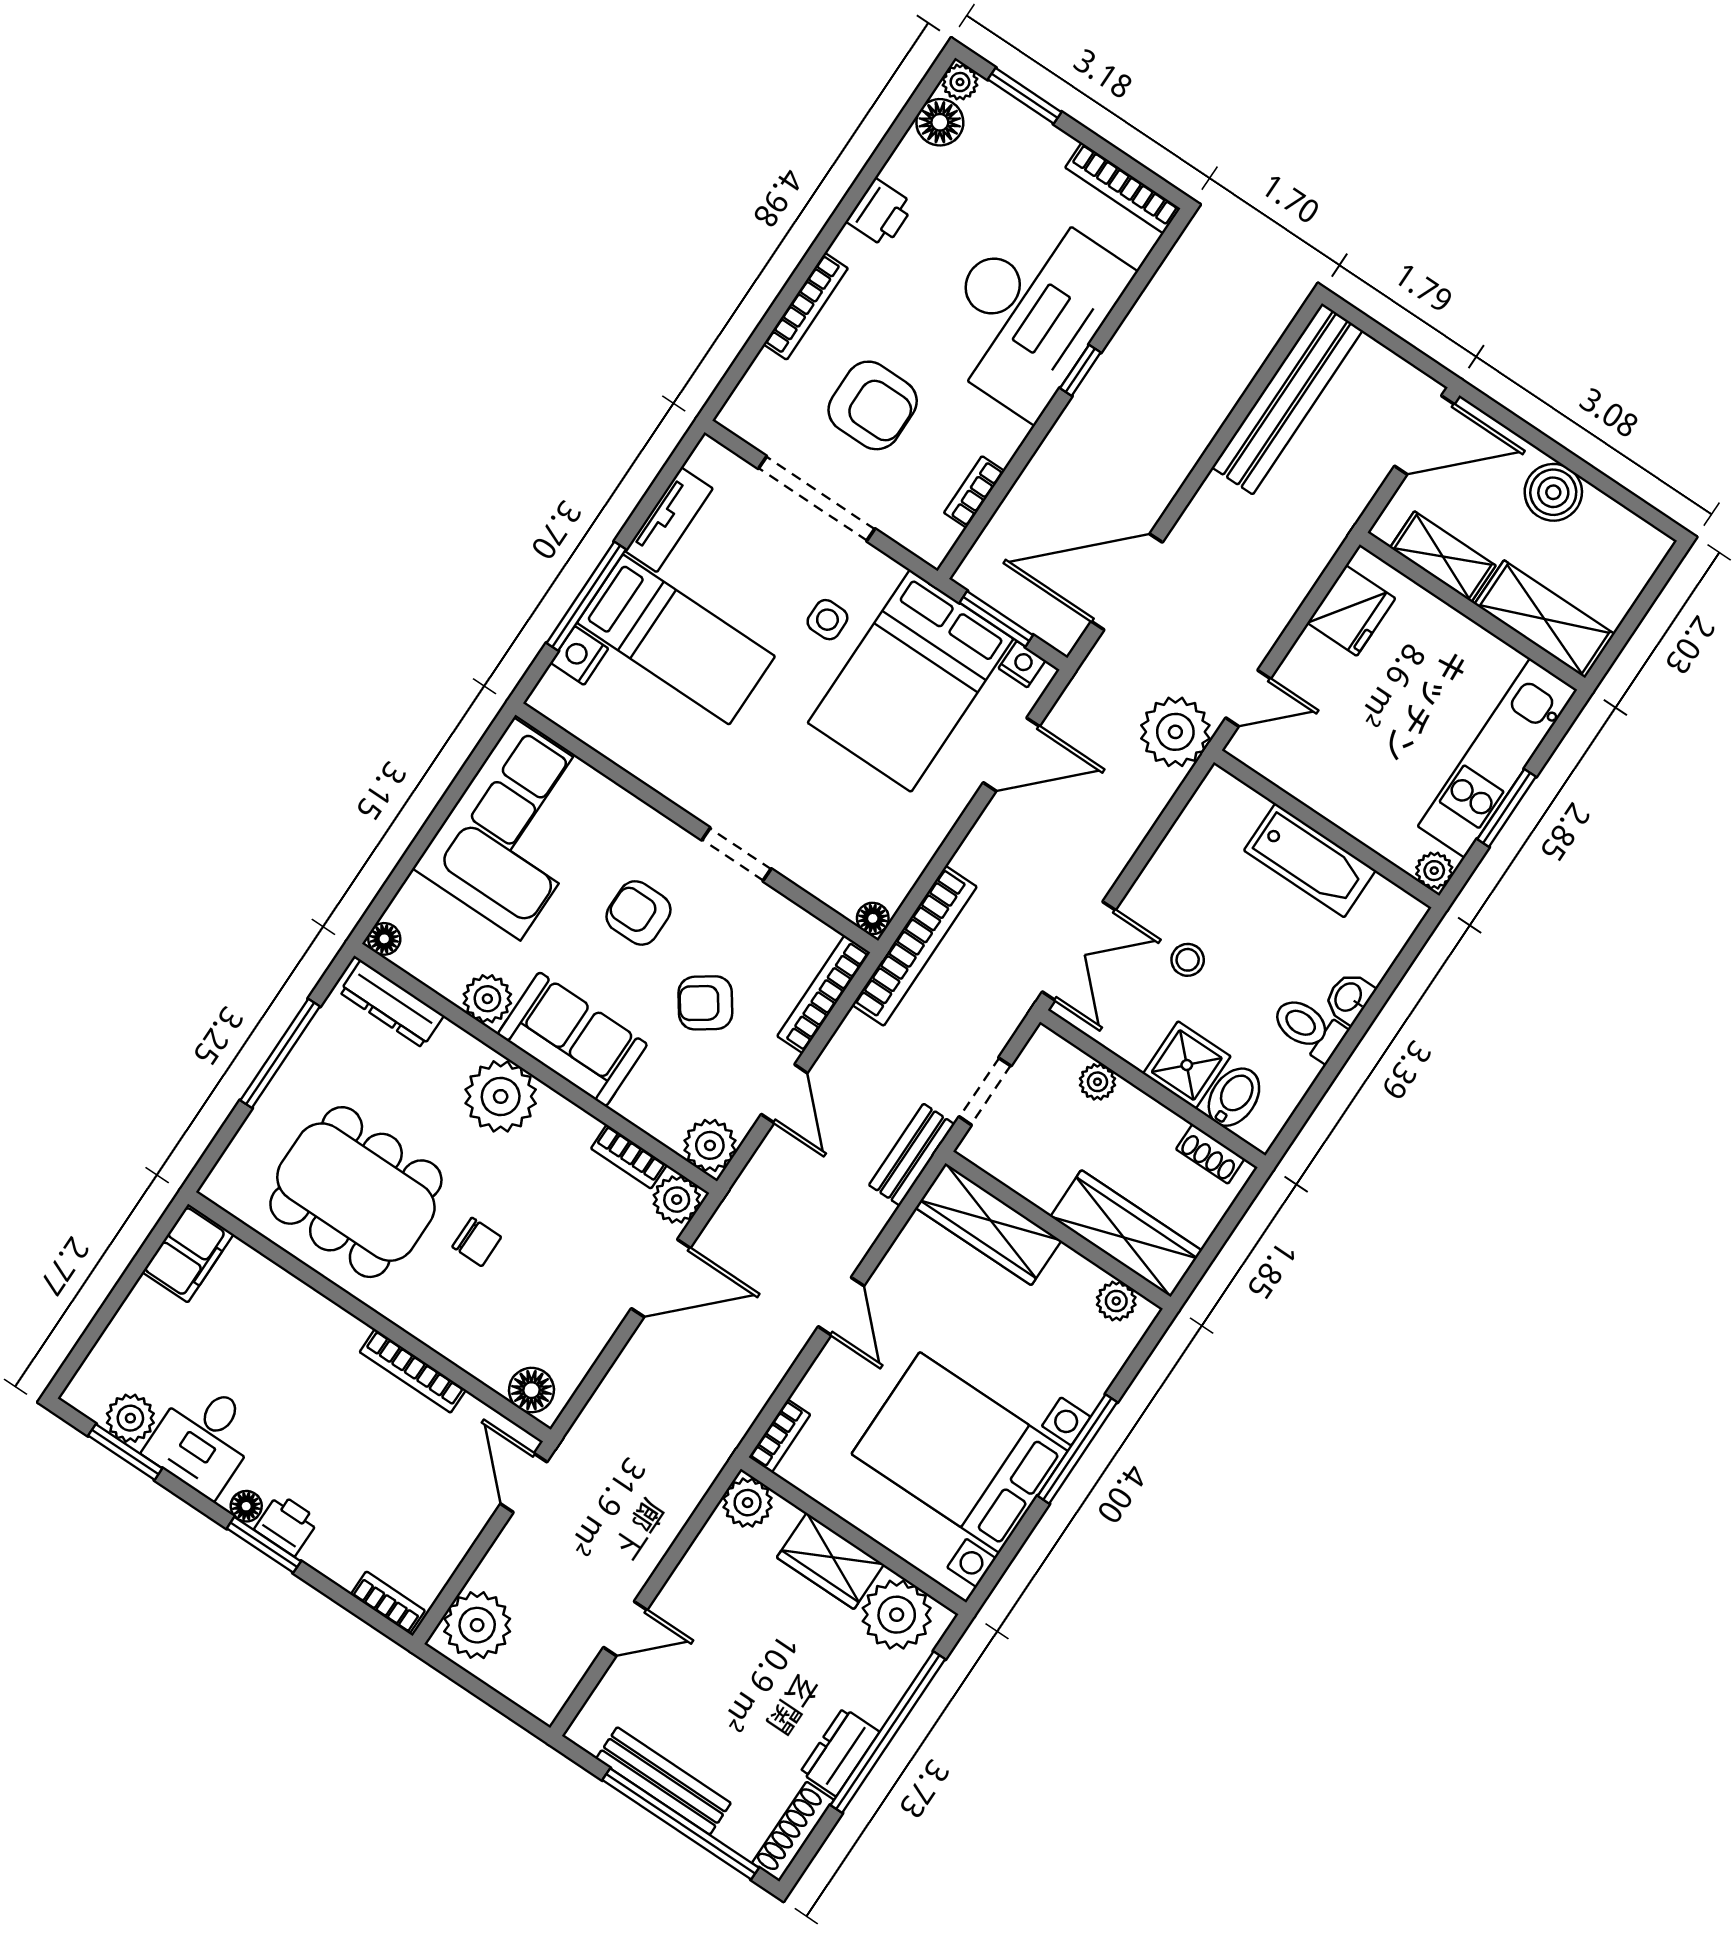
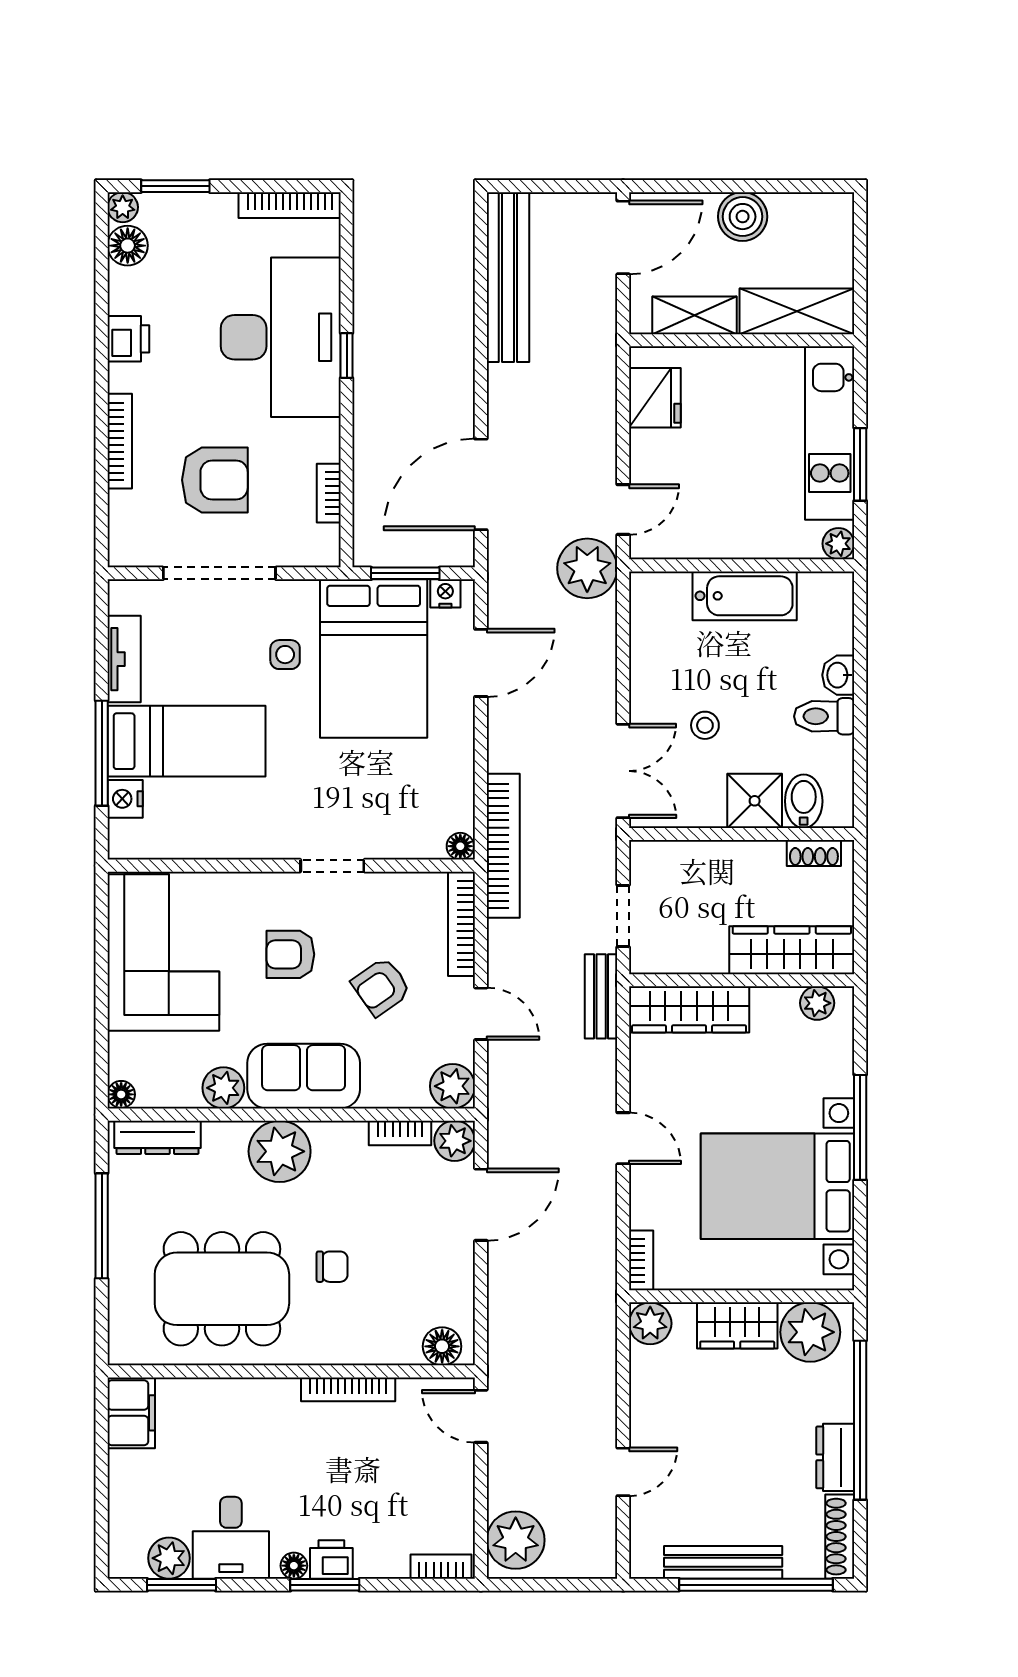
plant: (1097, 1082) -> (699, 856), removed

